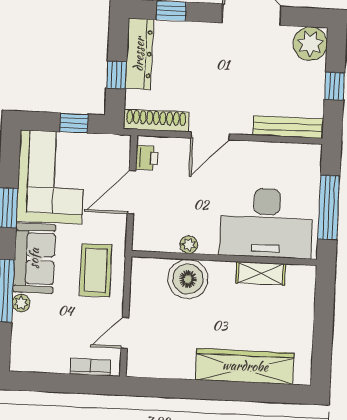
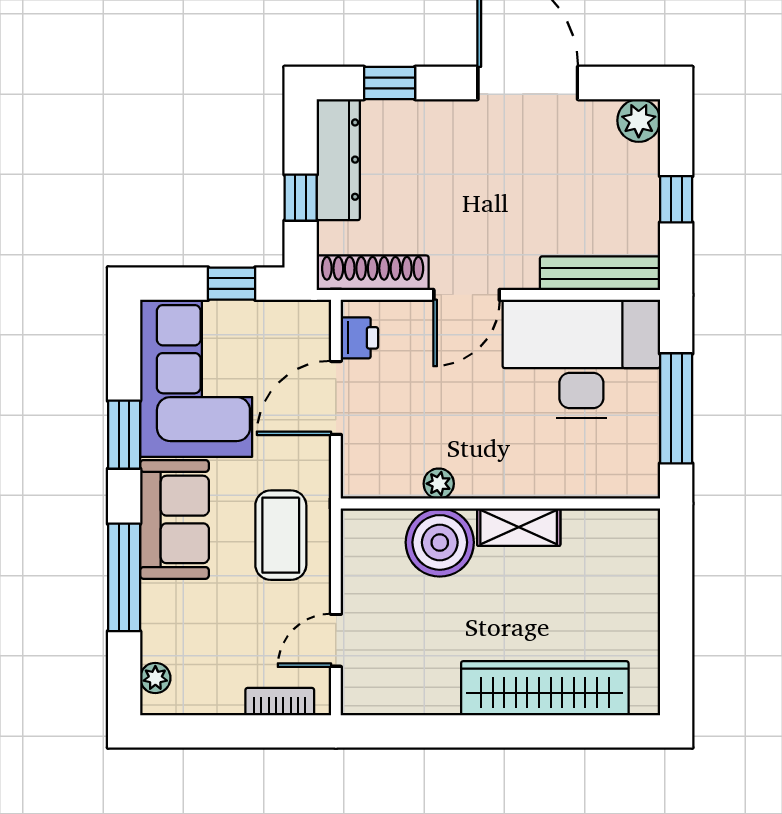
plant: (310, 44) -> (639, 120), width x0.73, depth x0.73
desk: (266, 223) -> (581, 359), moved, turned 180
shelving: (261, 273) -> (519, 527), moved
plant: (21, 303) -> (155, 678), moved

